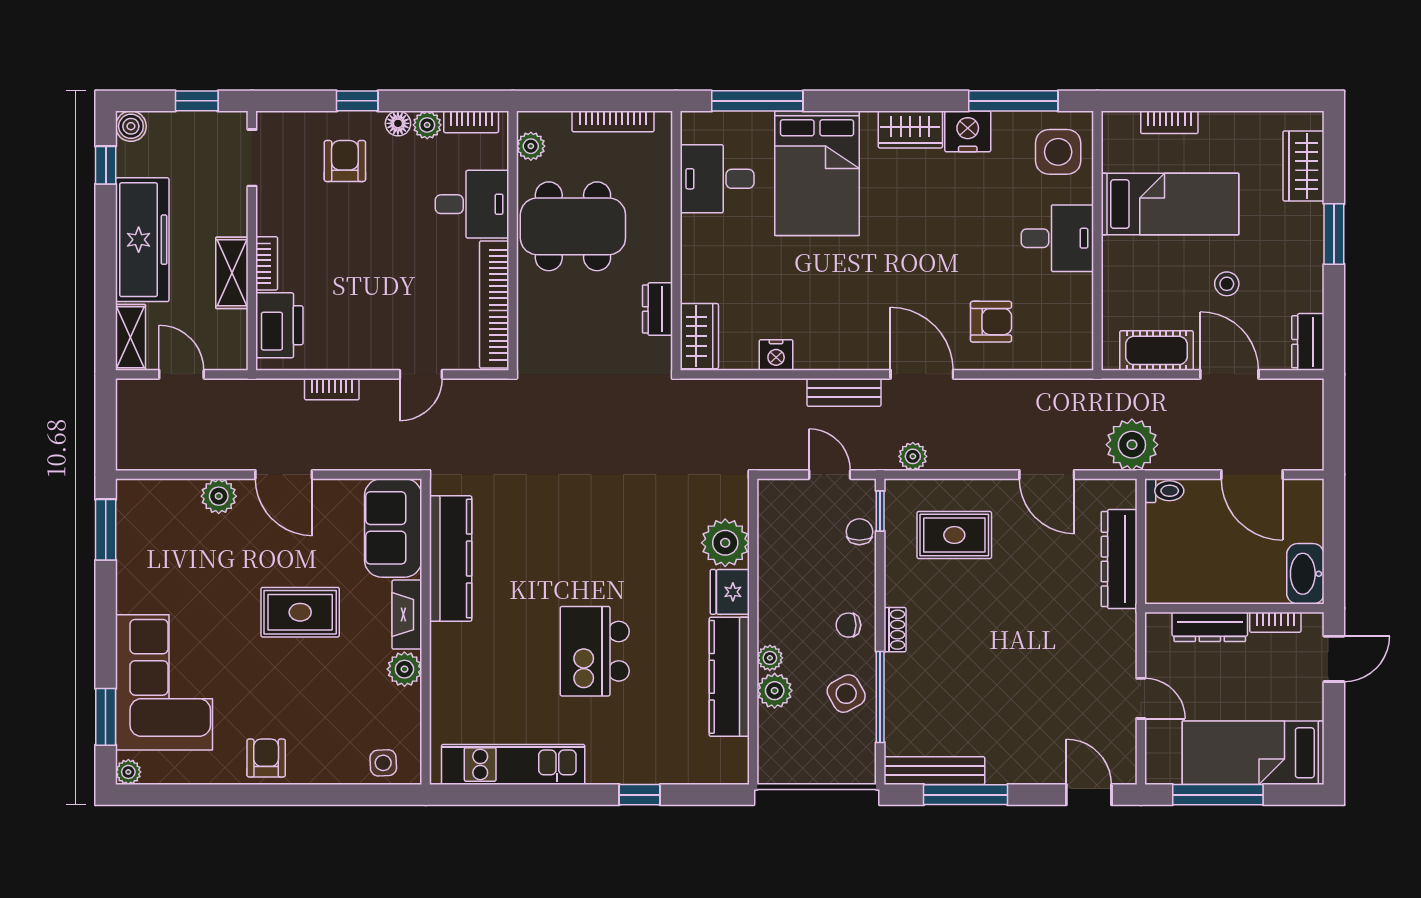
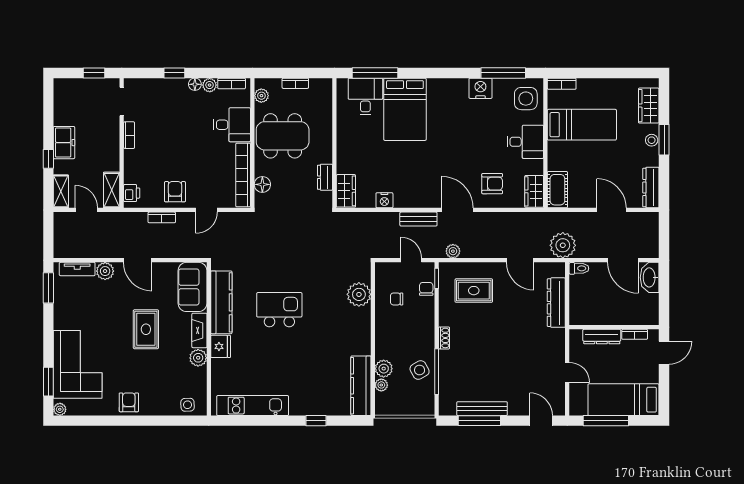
bookcase: (613, 121) -> (295, 83), width x0.64
bookcase: (1169, 122) -> (562, 84), moved
boiler: (131, 126) -> (61, 86), removed
wardrobe: (910, 130) -> (534, 191), moved, turned 90
armchair: (345, 161) -> (175, 192), moved
window: (106, 165) -> (48, 159), moved
desk: (717, 179) -> (365, 96), moved, turned 90
freezer: (142, 240) -> (64, 143), width x0.52, depth x0.79
bookcase: (267, 263) -> (129, 135), moved
shelving: (232, 273) -> (112, 190), moved
stool: (1227, 284) -> (652, 140), moved
floor lamp: (533, 323) -> (262, 184), added
printer: (279, 325) -> (132, 193), width x0.53, depth x0.68
dresser: (1308, 342) -> (651, 188), width x1.44
cot: (1156, 350) -> (557, 190), moved, turned 90
tv unit: (163, 492) -> (77, 269), added
washbasin: (1305, 574) -> (650, 277), moved
fridge: (730, 592) -> (221, 346), moved, turned 180
rug: (300, 612) -> (146, 329), turned 90
chair: (848, 625) -> (397, 299), moved
kitchen island: (595, 651) -> (279, 310), moved, turned 90
plant: (770, 658) -> (381, 385), moved
kitchen counter: (729, 677) -> (361, 386), moved
bench: (934, 771) -> (482, 409), moved

